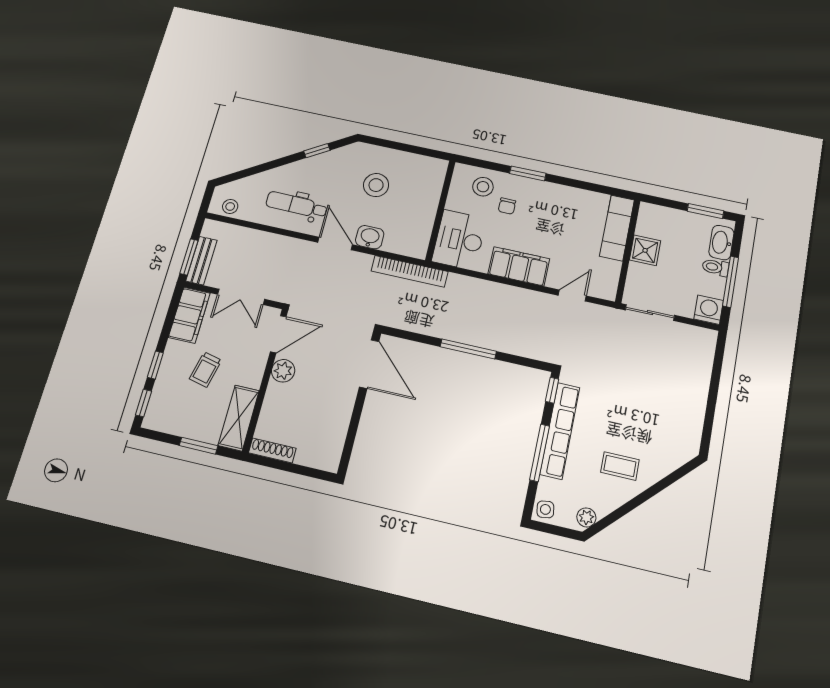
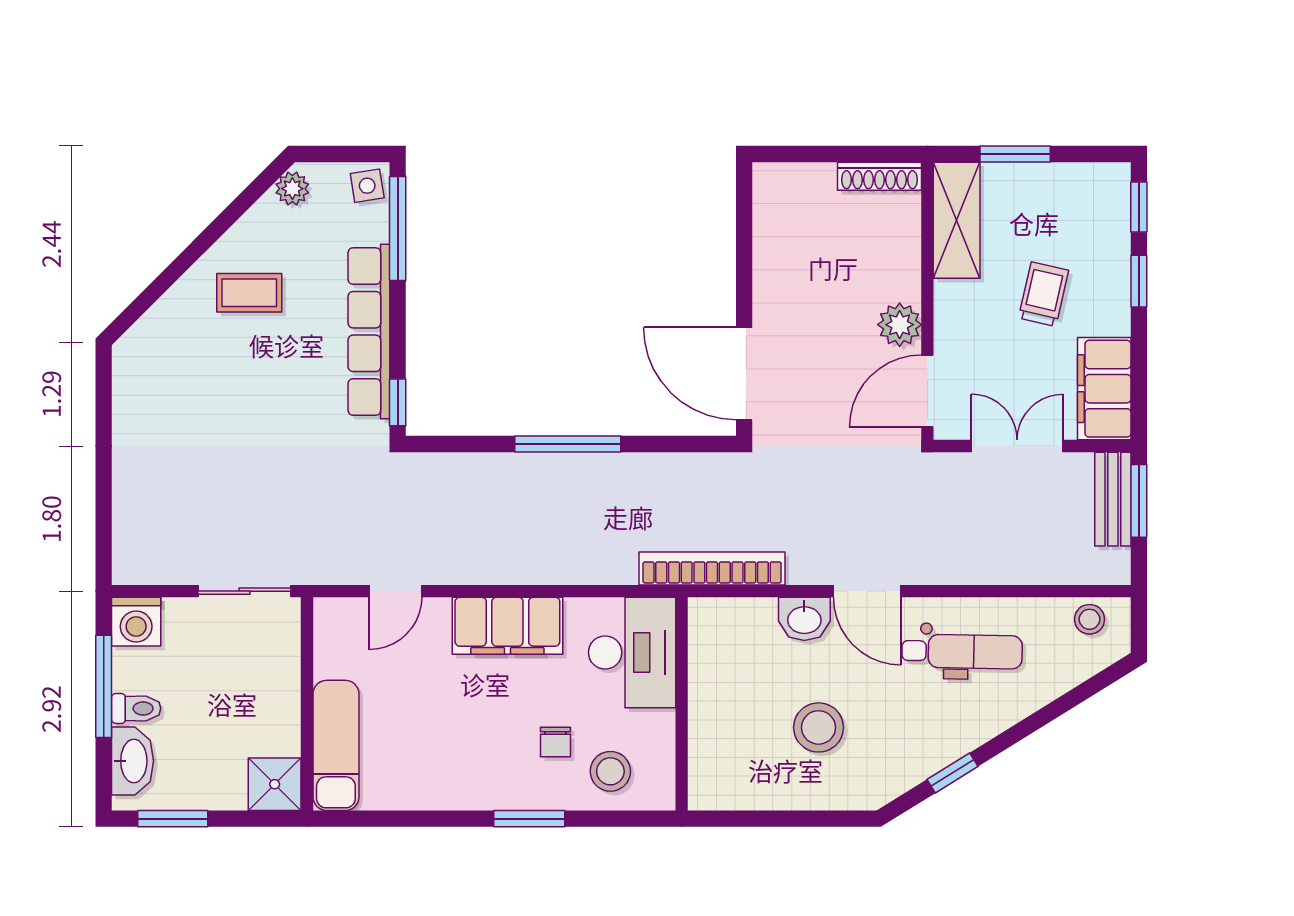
chair: (507, 206) -> (556, 742), turned 180
shower: (645, 250) -> (275, 784), moved
window: (540, 453) -> (398, 229), moved

